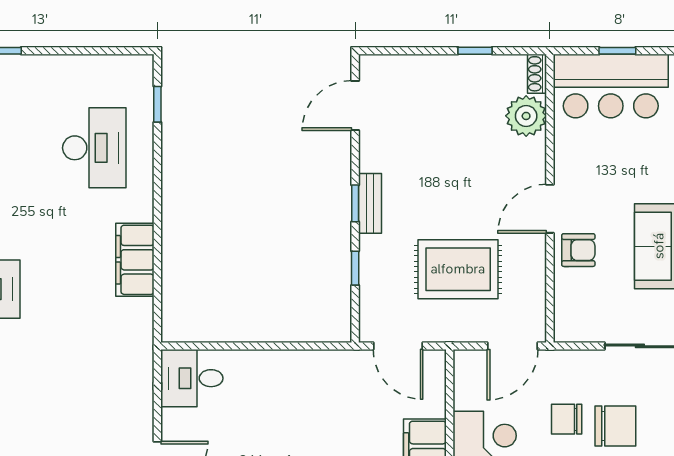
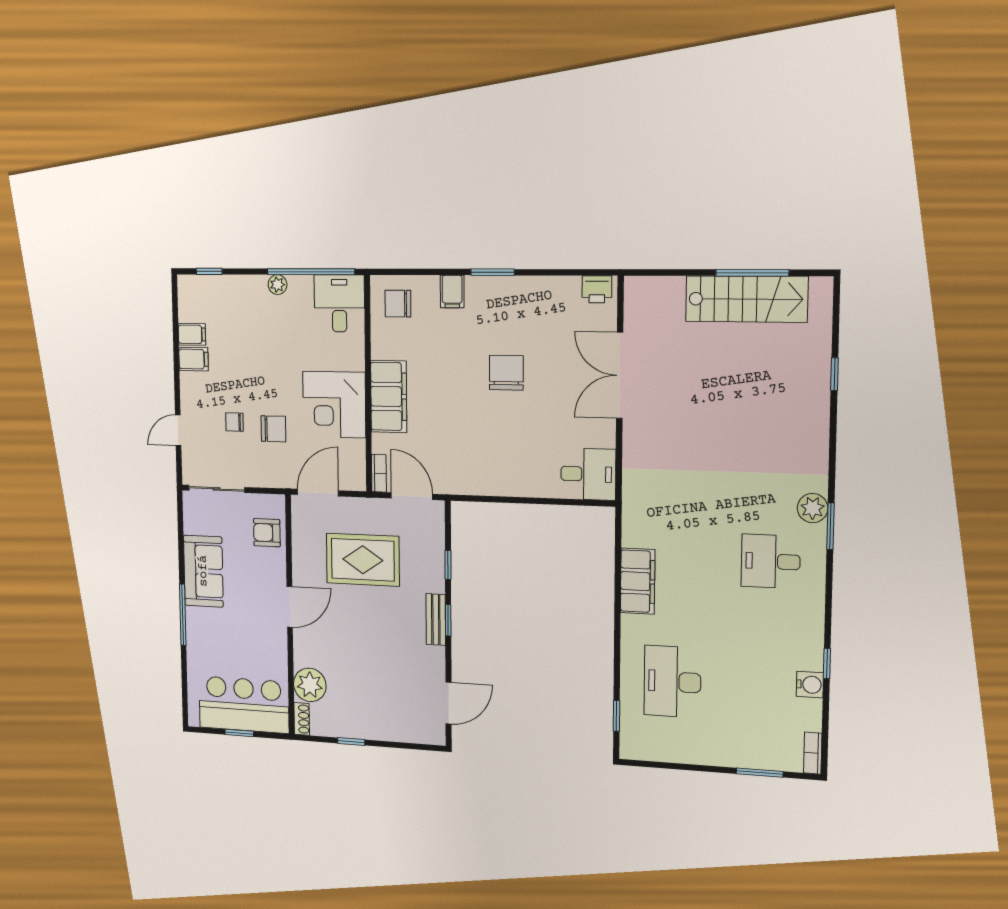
armchair: (578, 250) -> (267, 533), moved
bookcase: (437, 371) -> (379, 473), added
chair: (615, 426) -> (234, 422), width x0.54, depth x0.54

